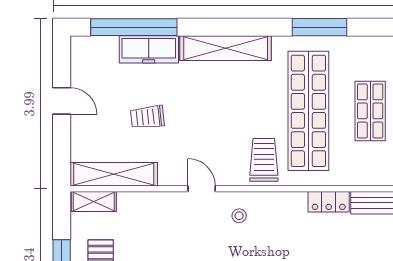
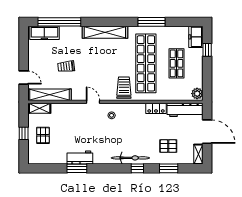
freezer: (149, 49) -> (44, 33), moved
door: (62, 101) -> (24, 77), moved

